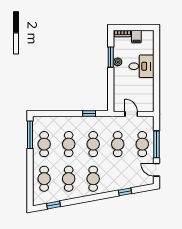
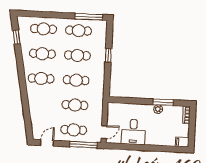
filing cabinet: (136, 37) -> (182, 142), moved
desk: (141, 66) -> (133, 132), moved
window: (89, 114) -> (108, 55), moved
door: (131, 114) -> (104, 132), moved
window: (156, 144) -> (83, 145), moved
window: (125, 192) -> (26, 110), removed

